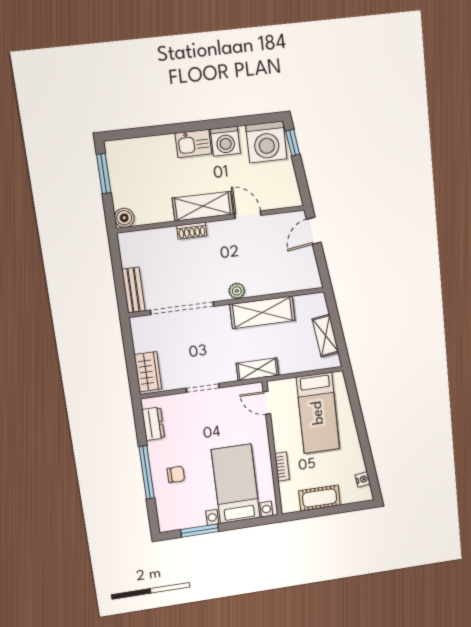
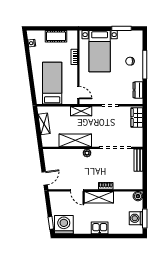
washing machine: (225, 141) -> (136, 218), moved, turned -90

